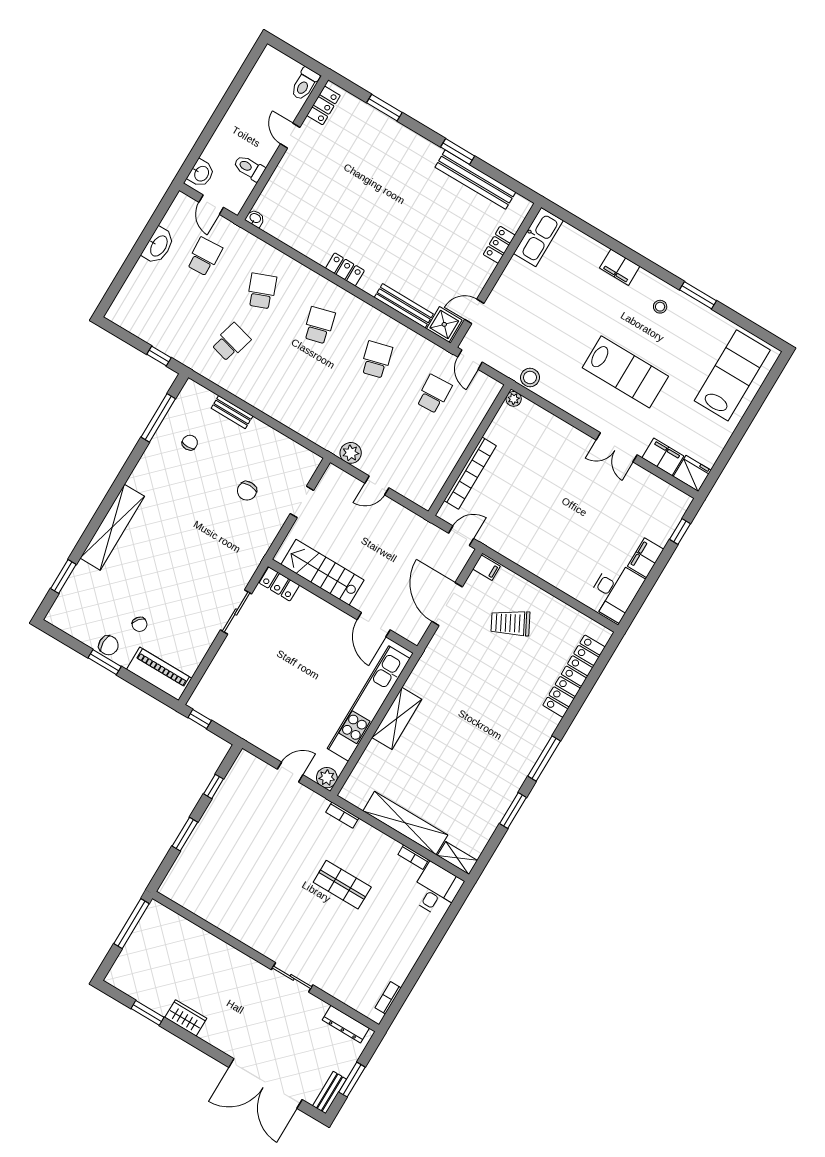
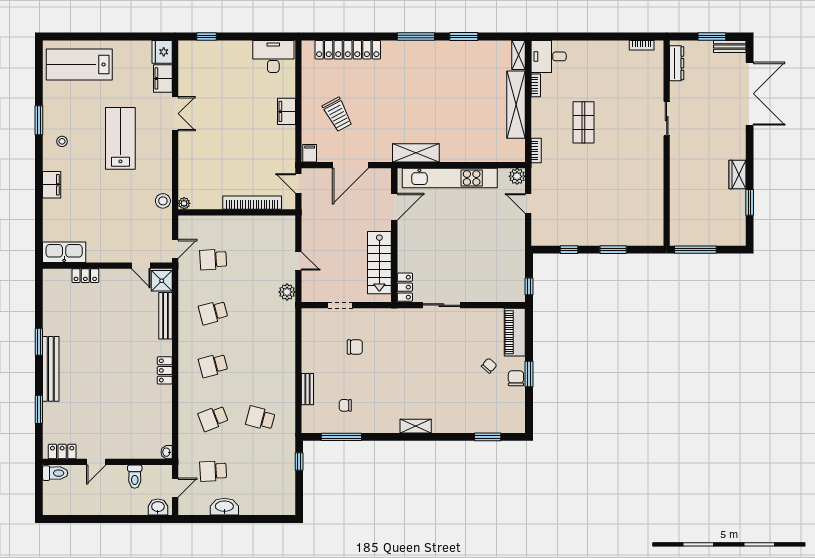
bench: (475, 180) -> (51, 369), moved
shelving: (112, 527) -> (416, 426), width x0.45, depth x0.75
filing cabinet: (646, 558) -> (286, 111), moved, turned 90
shelving: (397, 718) -> (416, 153), moved

